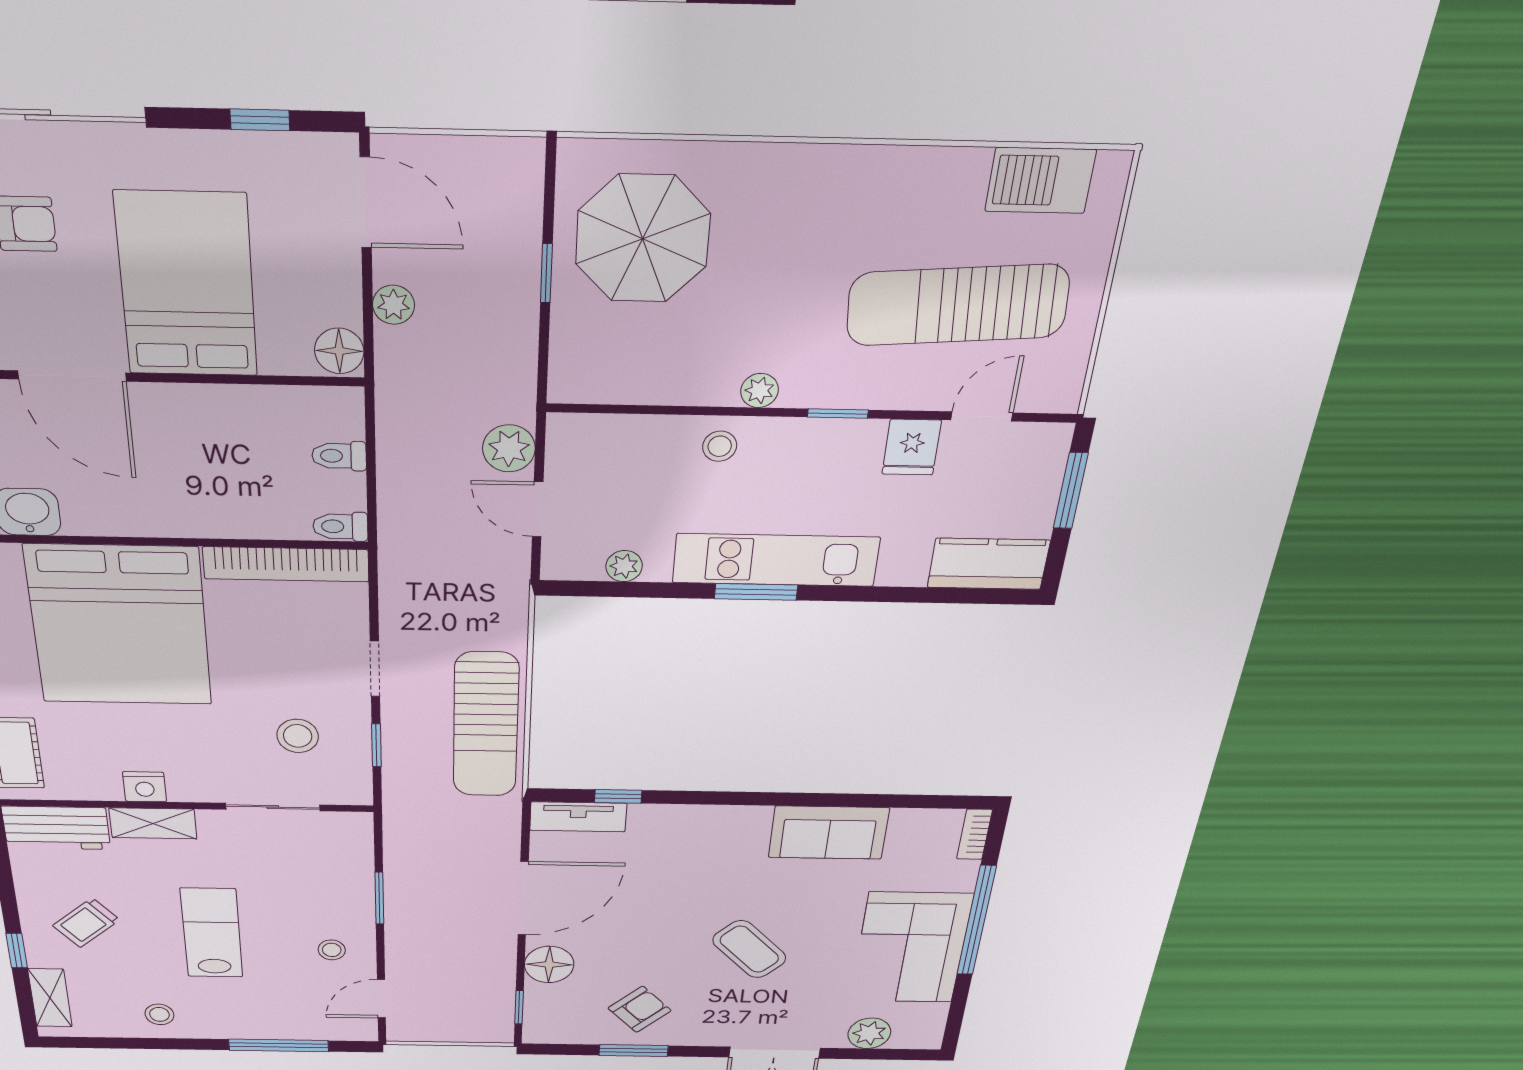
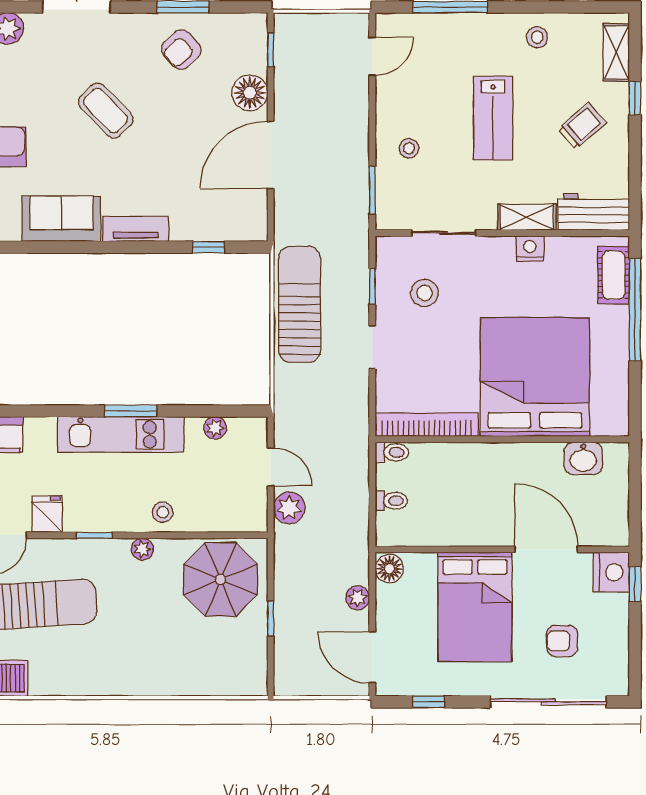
parasol: (643, 239) -> (221, 579), moved
tv unit: (578, 817) -> (136, 229), moved
window: (379, 898) -> (372, 190), moved
stool: (332, 950) -> (409, 148), moved

